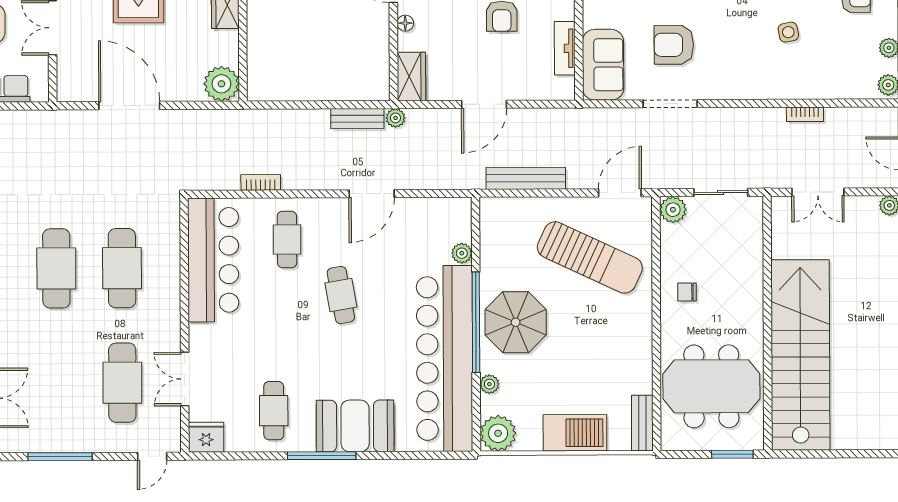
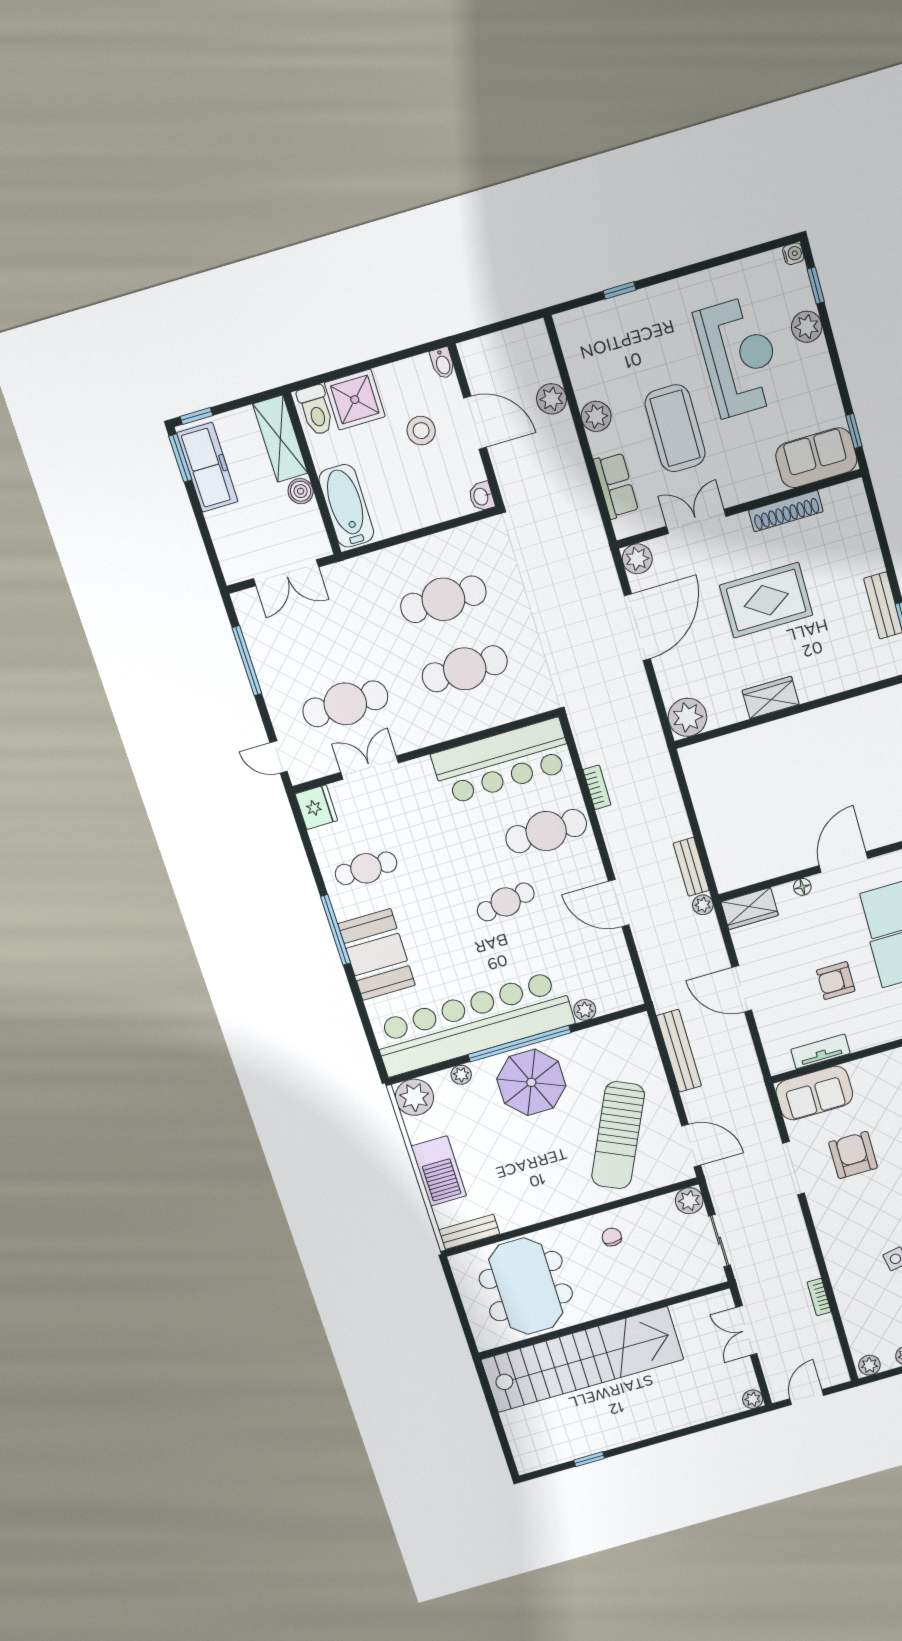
plant: (70, 89) -> (637, 559), added
cafe table: (287, 239) -> (546, 831), width x1.37, depth x1.35
window: (732, 454) -> (465, 1325), removed

